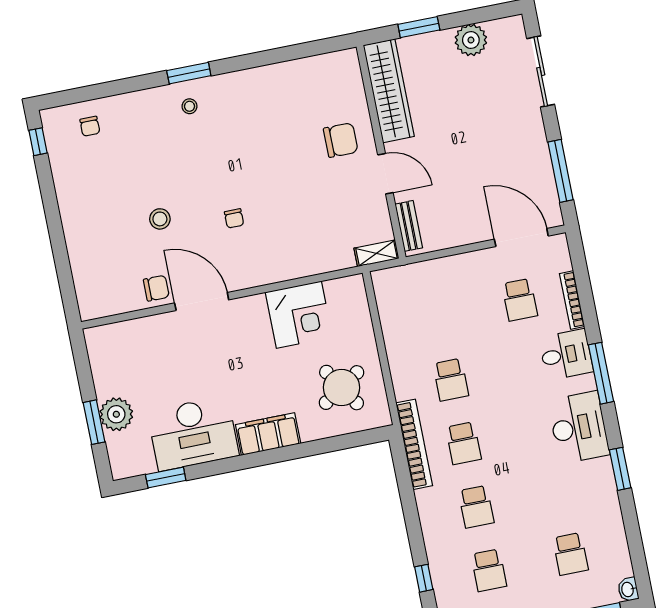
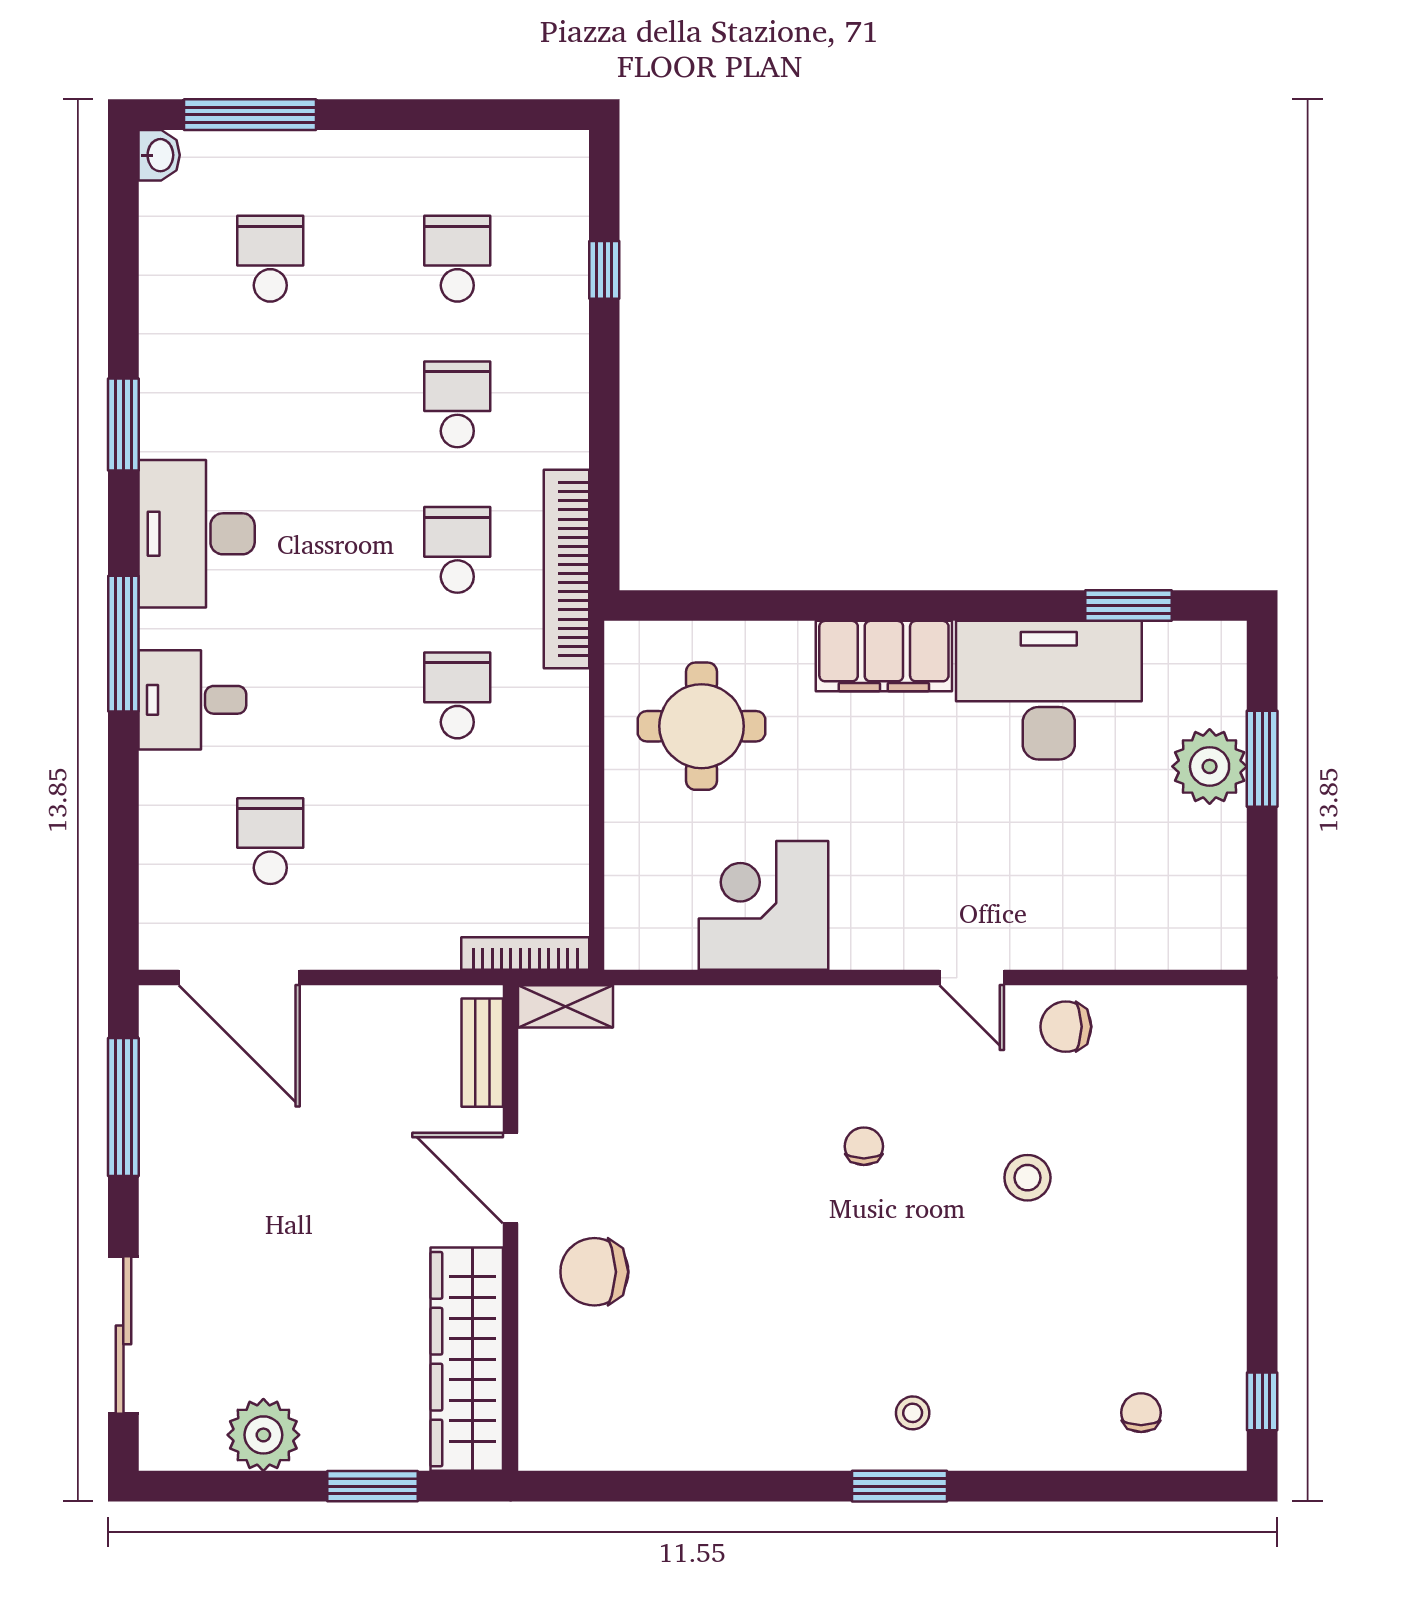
bookcase: (572, 300) -> (525, 954), moved, turned -90
door: (202, 301) -> (972, 978), width x0.53
round table: (342, 388) -> (702, 726), turned 33

